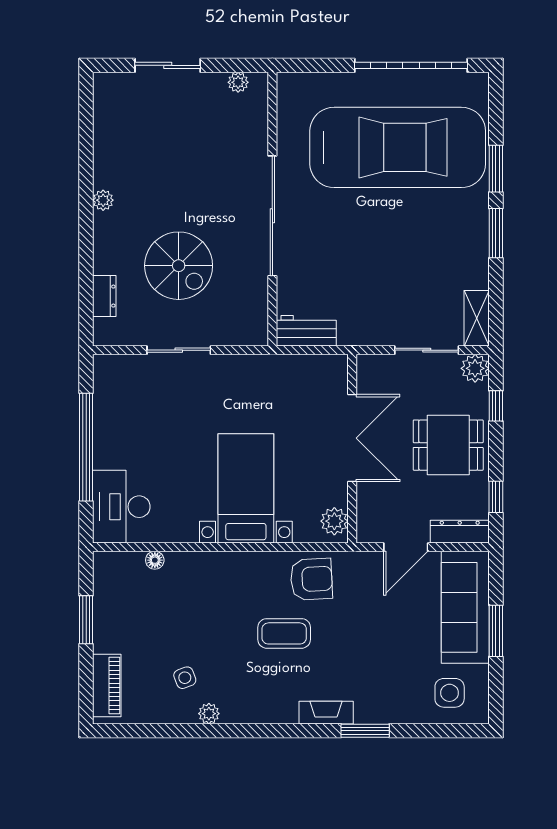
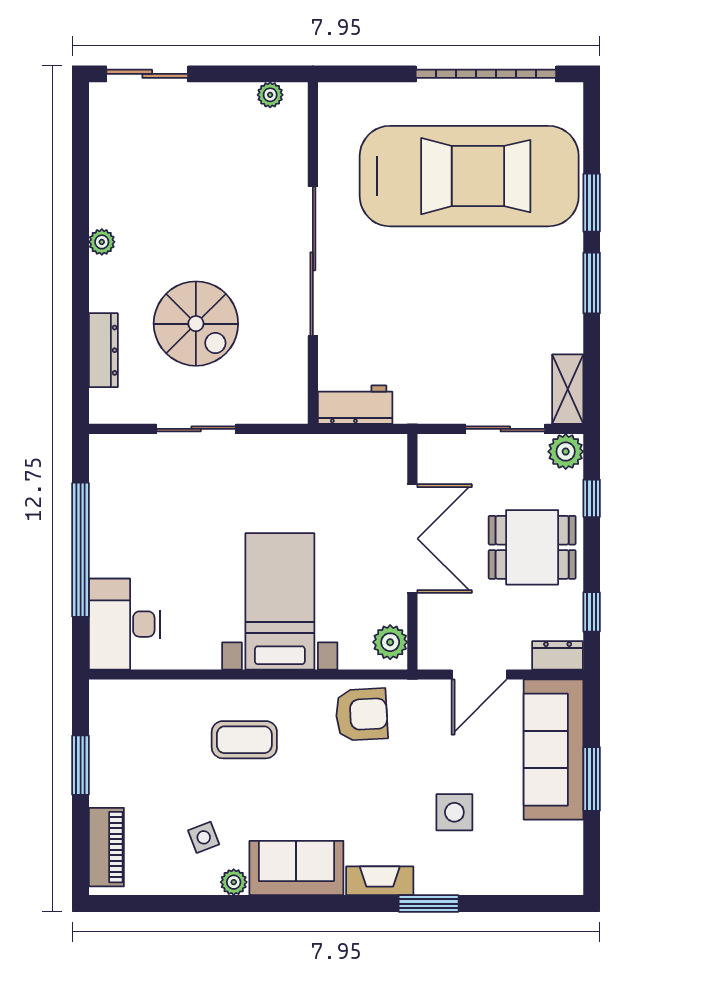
sliding door: (168, 65) -> (147, 74), moved
dresser: (104, 296) -> (103, 350), width x1.44
dresser: (460, 532) -> (558, 655), width x0.70
floor lamp: (155, 560) -> (166, 691), removed
coffee table: (284, 633) -> (244, 740), moved
side table: (450, 693) -> (454, 812), moved
sofa: (259, 702) -> (296, 868), added

